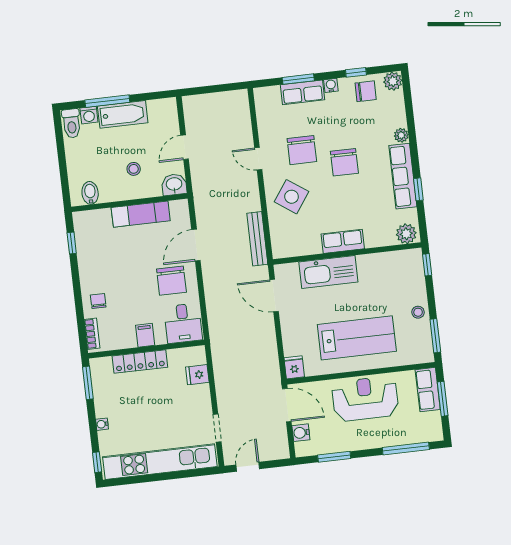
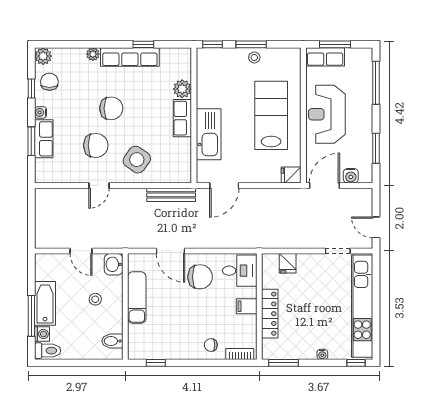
plant: (406, 234) -> (182, 89), moved
window: (435, 336) -> (251, 44), moved

